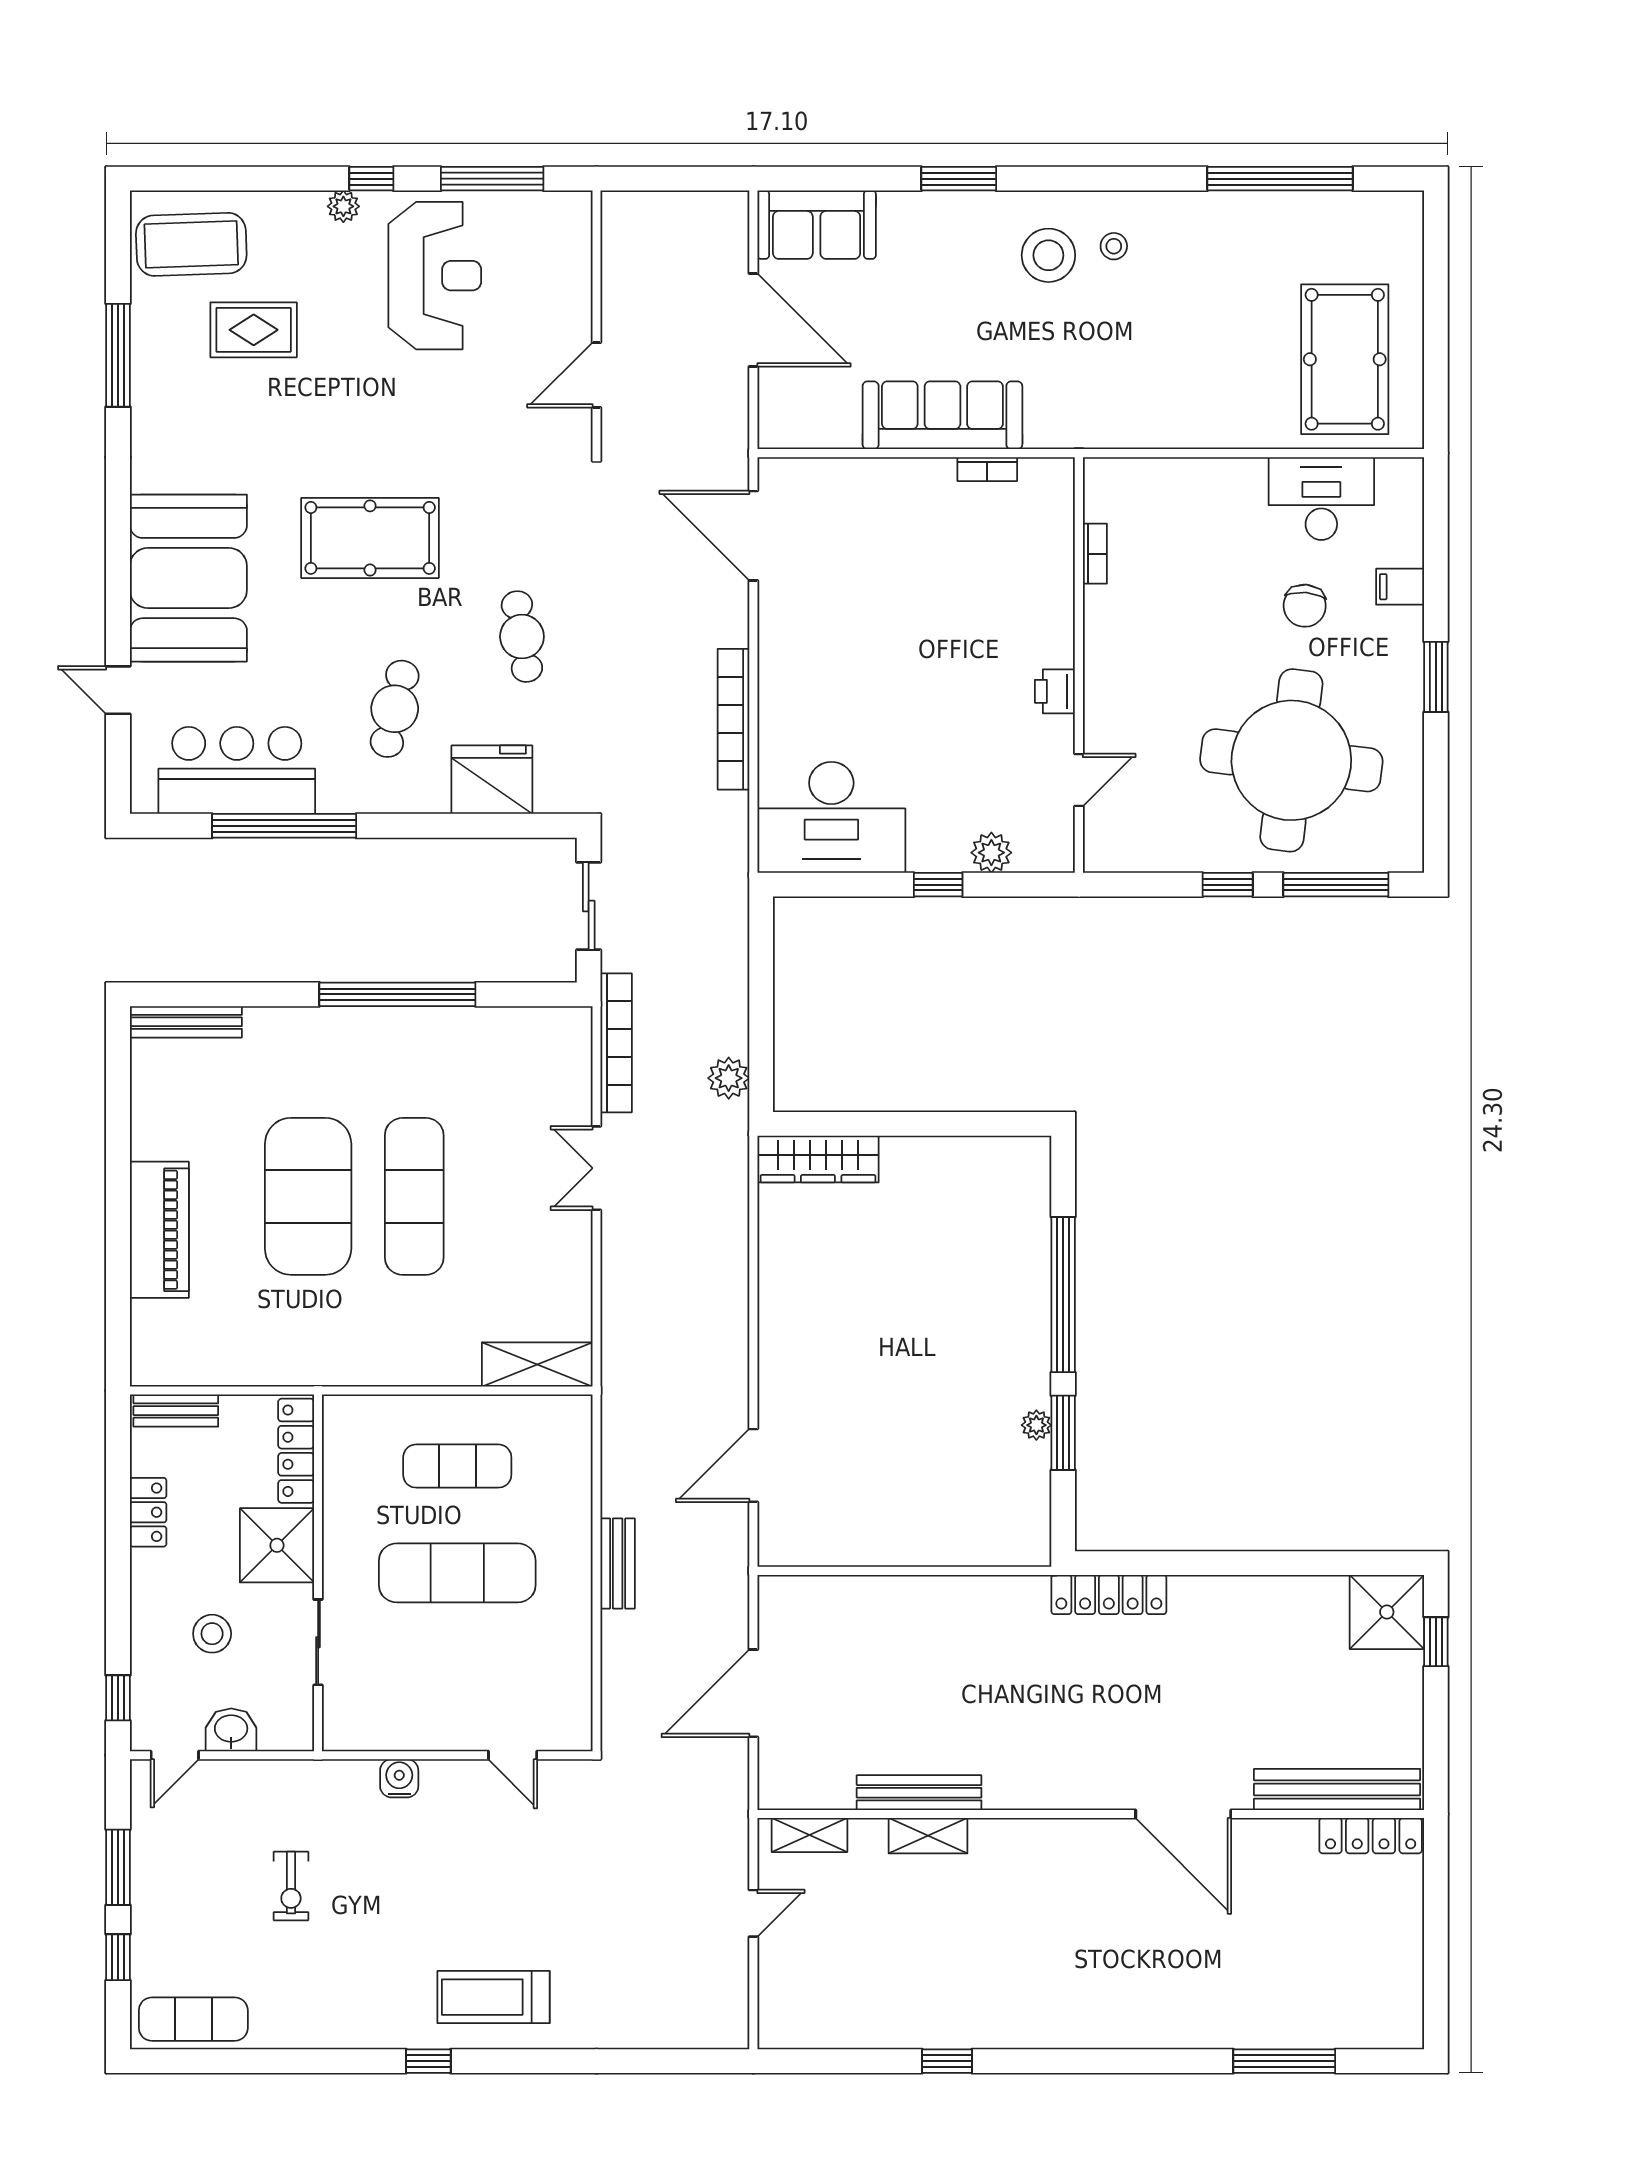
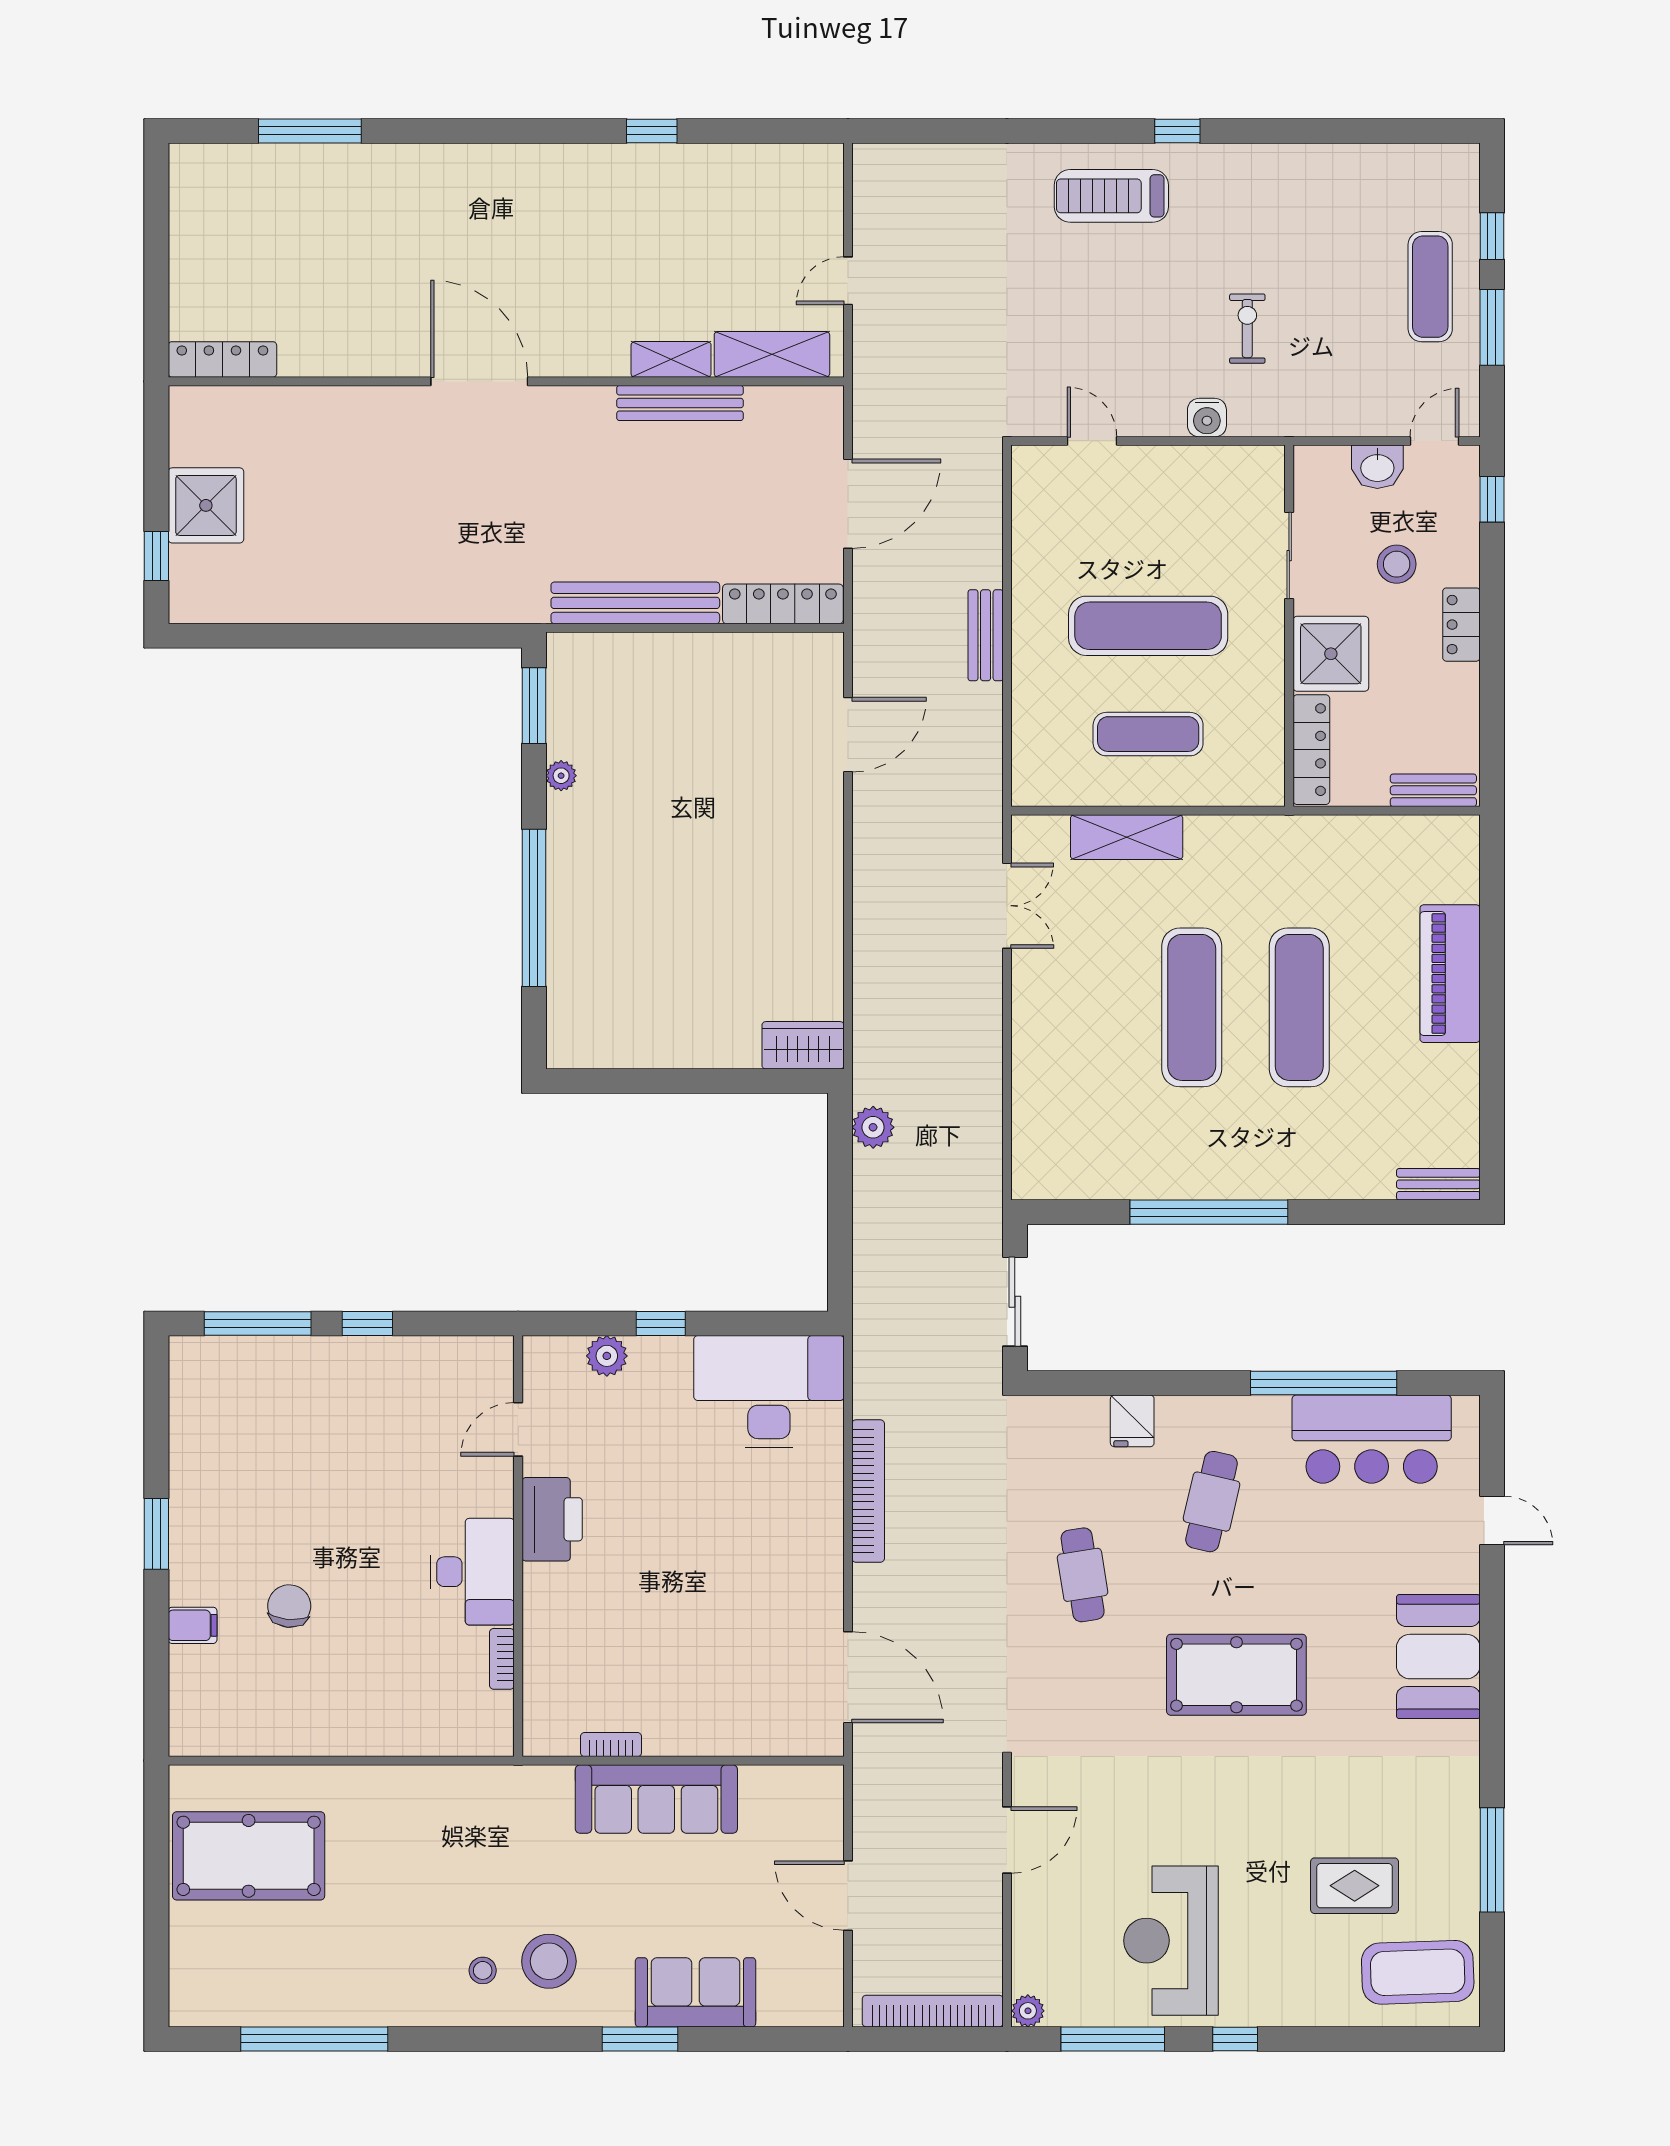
plant: (343, 206) -> (1028, 2011), moved
sofa: (817, 225) -> (696, 1992), moved
door: (753, 320) -> (848, 1896), width x0.73
pool table: (1345, 359) -> (249, 1856), turned 90
desk: (1321, 499) -> (472, 1572), moved, turned -90
booth: (188, 578) -> (1438, 1657), width x0.73, depth x0.70
printer: (1055, 691) -> (552, 1519), width x1.87, depth x1.48
round table: (1291, 760) -> (303, 1449), removed
fridge: (492, 780) -> (1132, 1421), width x0.53, depth x0.75
bench: (186, 1022) -> (1438, 1184), width x0.73
bookcase: (616, 1043) -> (933, 2011), moved, turned 90
wardrobe: (818, 1159) -> (803, 1045), width x0.67
double door: (596, 1168) -> (1007, 906), moved
exercise mat: (308, 1196) -> (1299, 1007), width x0.68
shelving: (537, 1364) -> (1127, 837), moved
window: (1063, 1433) -> (534, 706), moved
locker: (148, 1512) -> (1461, 625), moved
locker: (1109, 1594) -> (783, 604), moved
shower: (1387, 1612) -> (206, 505), moved
bench: (1337, 1789) -> (635, 603), moved
door: (1183, 1814) -> (479, 381), moved
shelving: (809, 1835) -> (772, 354), width x1.50, depth x1.33
exercise bike: (291, 1886) -> (1247, 329), moved
treadmill: (493, 1997) -> (1111, 196), turned 180
exercise mat: (193, 2019) -> (1430, 287), moved, turned 90

